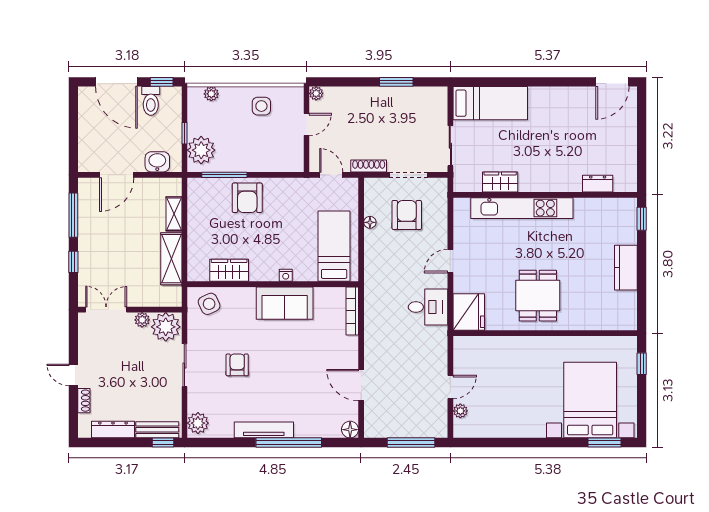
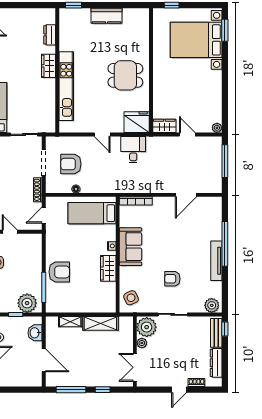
wardrobe: (500, 182) -> (49, 66), moved
wardrobe: (229, 270) -> (108, 268), moved
wardrobe: (463, 353) -> (164, 126), added
plant: (460, 411) -> (217, 128), moved
floor lamp: (350, 430) -> (216, 202), removed

